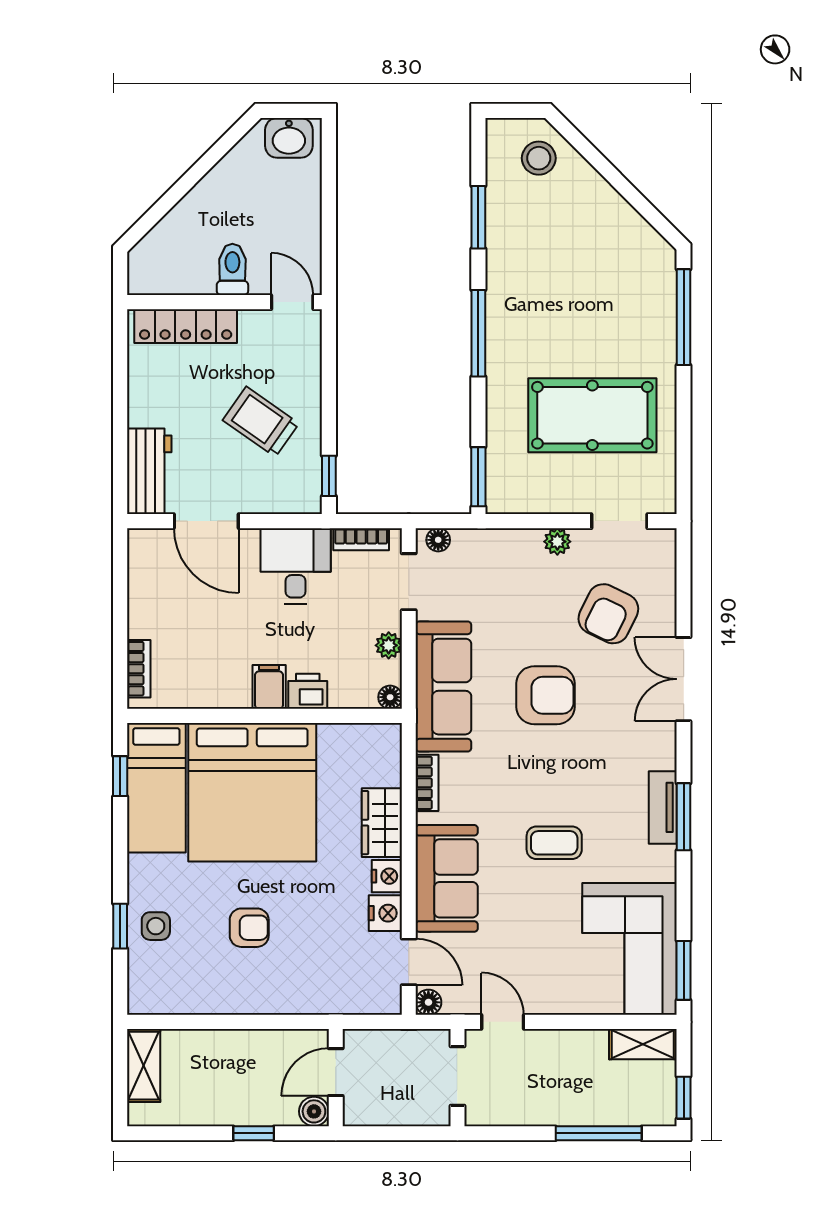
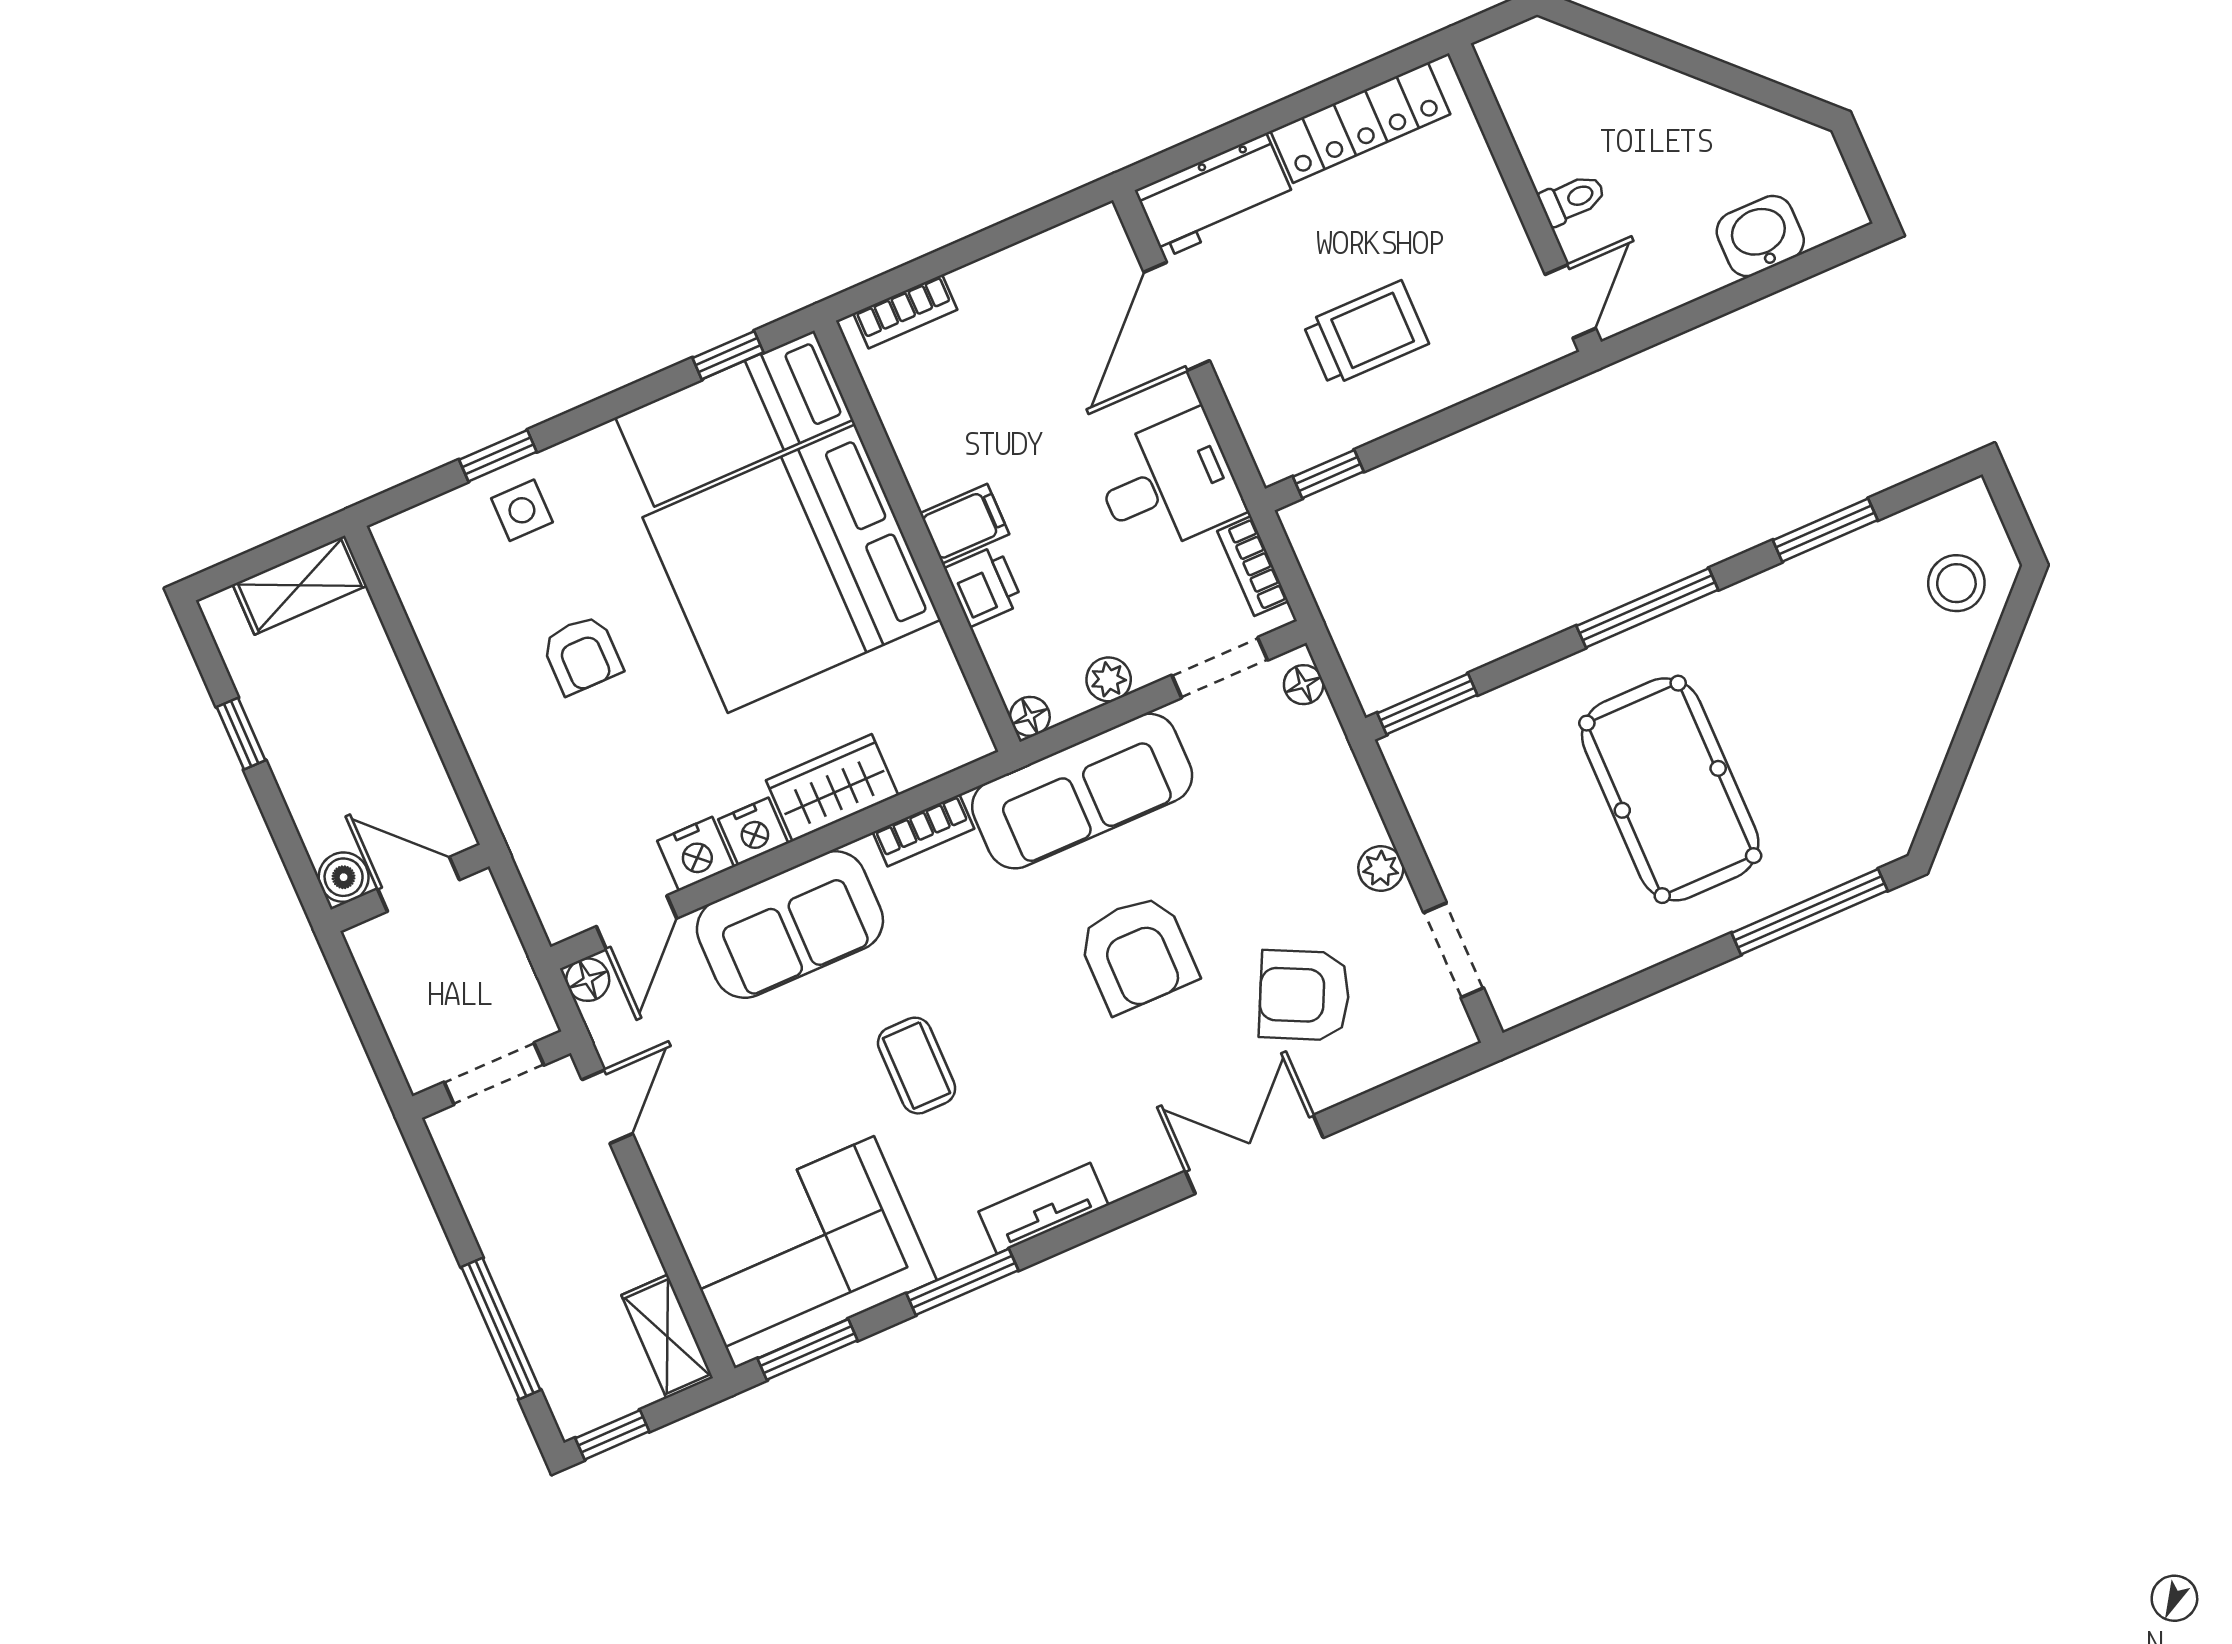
washbasin: (289, 138) -> (1760, 236), moved, turned 90
toilet: (232, 269) -> (1572, 199), width x0.73, depth x0.72
locker: (186, 326) -> (1360, 123), moved, turned -90
pool table: (592, 415) -> (1670, 789), moved
trolley: (261, 422) -> (1366, 333), turned 55
window: (684, 817) -> (962, 1282), moved
window: (254, 1133) -> (241, 734), moved

